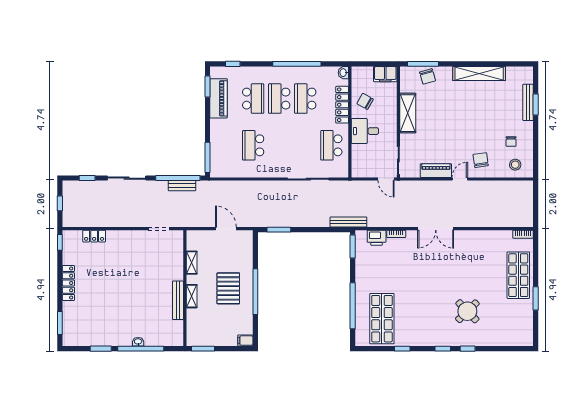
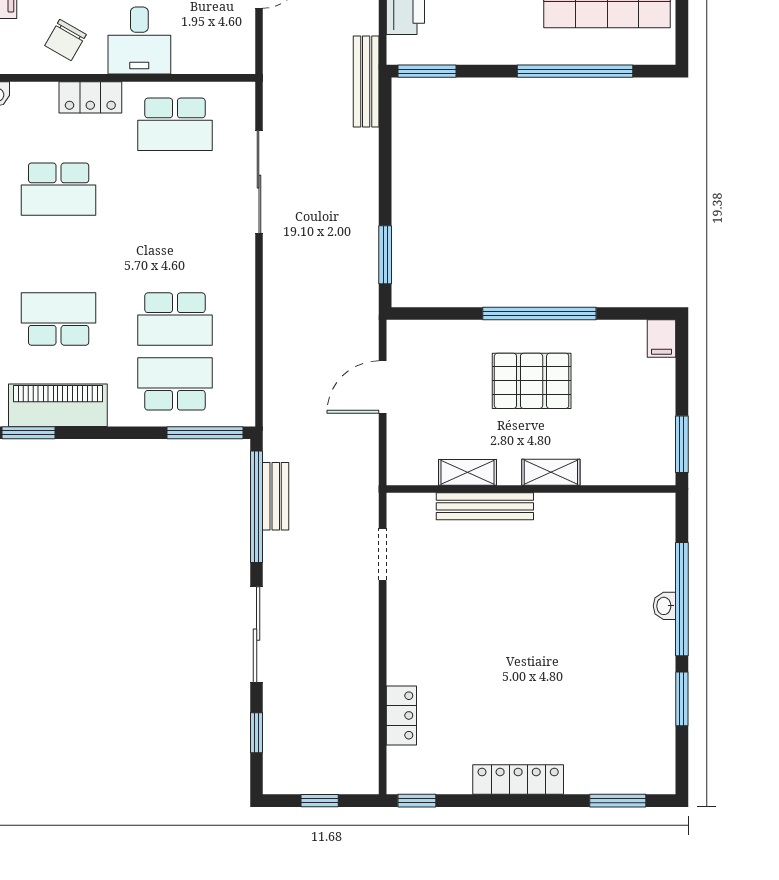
school desk: (279, 99) -> (175, 384), moved, turned 180
locker: (342, 105) -> (90, 97), width x0.66
bench: (178, 300) -> (485, 506), moved

